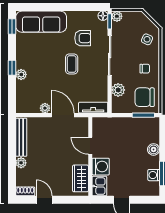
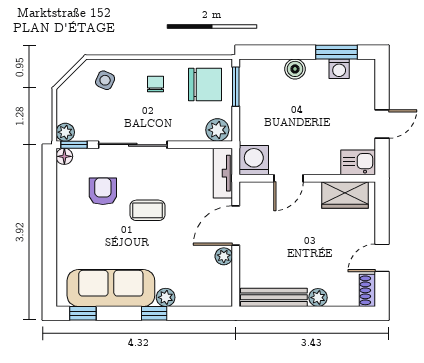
sofa: (41, 22) -> (111, 288), moved, turned -90
plant: (118, 90) -> (217, 130), moved
chair: (145, 97) -> (205, 84), turned -90
washing machine: (101, 167) -> (254, 160), moved

